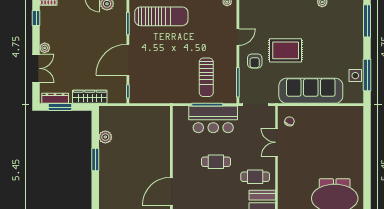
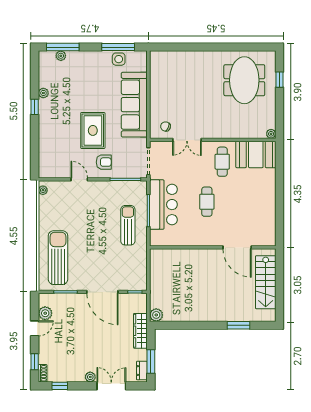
plant: (359, 19) -> (61, 56), added
sun lounger: (206, 77) -> (128, 225), moved, turned -90
dresser: (55, 98) -> (142, 371), width x0.70
plant: (105, 137) -> (156, 315), moved
window: (95, 160) -> (238, 325), moved

